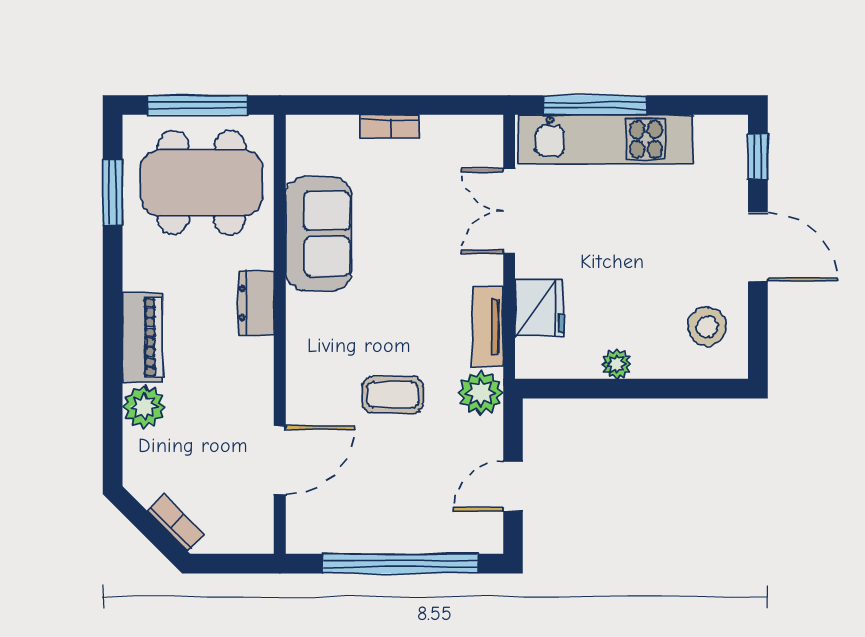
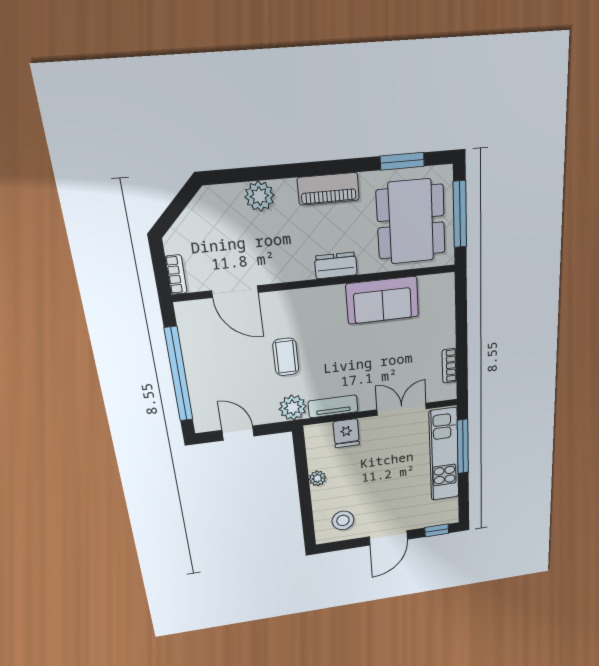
bookcase: (390, 127) -> (449, 366), moved
fridge: (540, 308) -> (346, 433), width x0.72
piano: (142, 337) -> (328, 189), moved
bookcase: (176, 523) -> (176, 275), moved, turned -45

